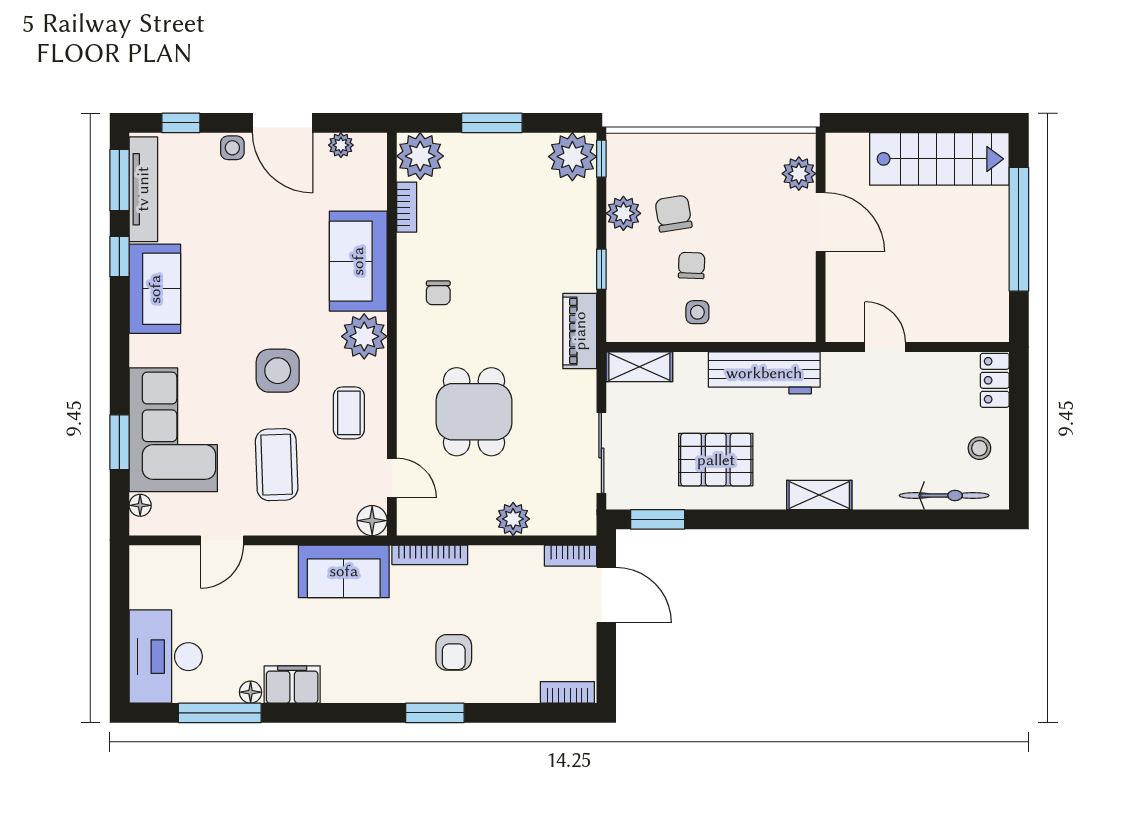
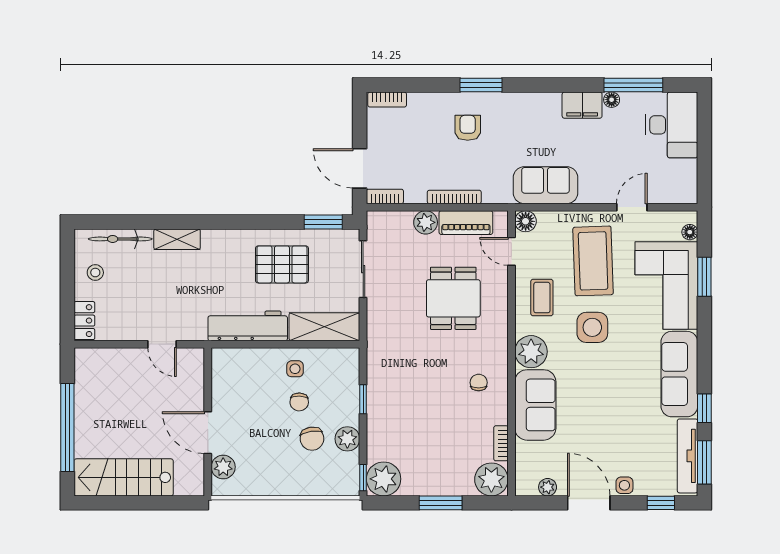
sofa: (155, 289) -> (679, 374), width x1.36
piano: (580, 331) -> (466, 223), moved, turned 90
shelving: (639, 367) -> (324, 327), width x1.50, depth x1.33
coffee table: (277, 465) -> (593, 261), width x1.36, depth x1.32
shelving: (819, 495) -> (177, 239), moved
bookcase: (430, 555) -> (454, 197), moved

